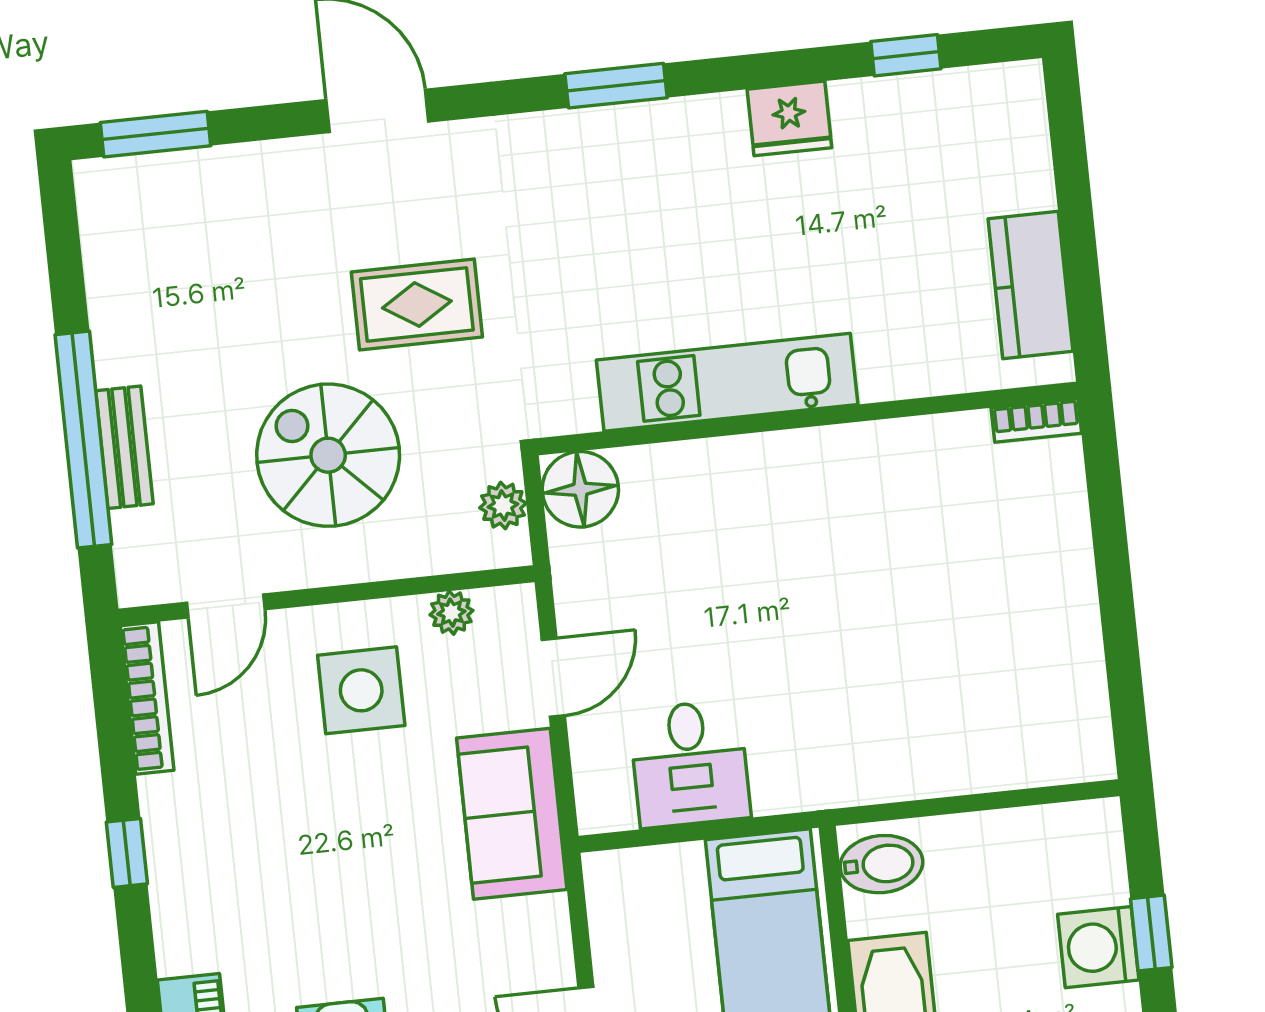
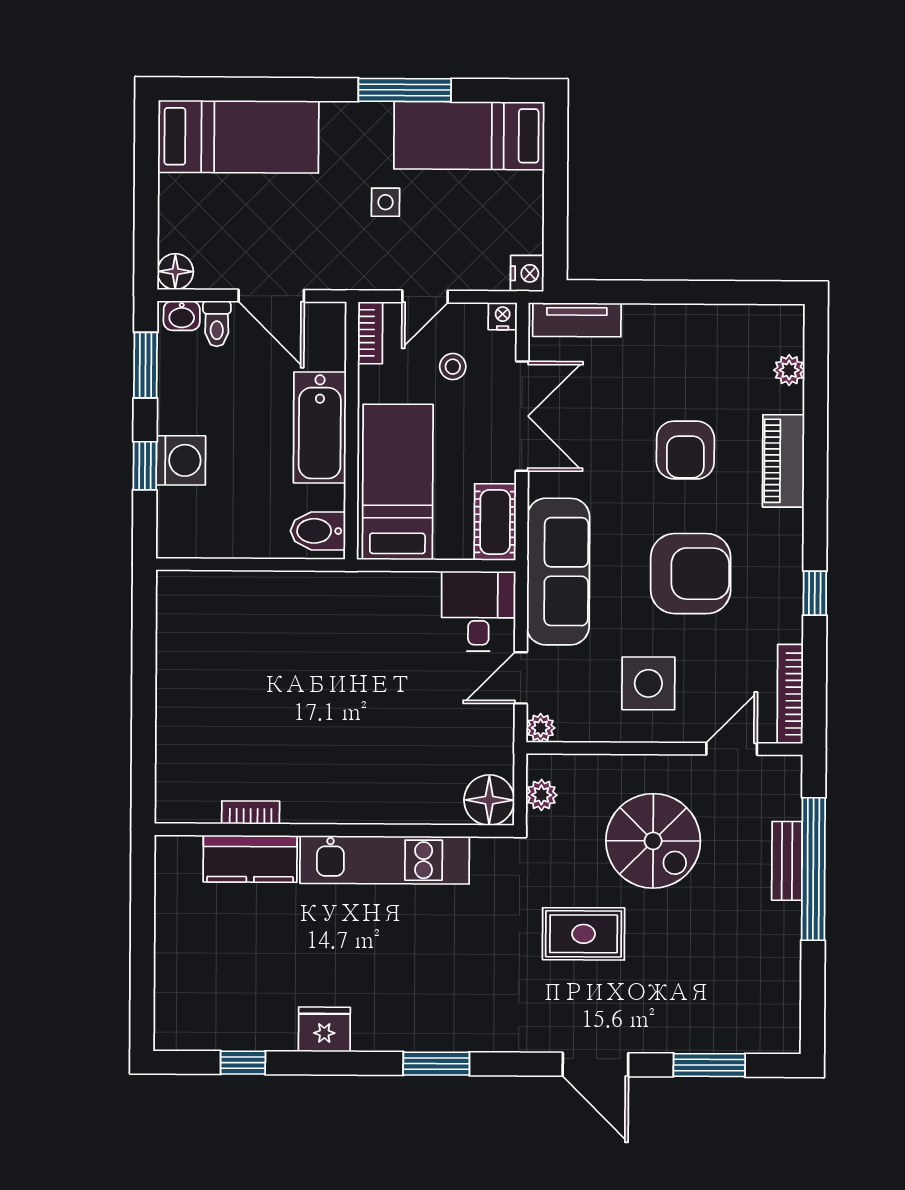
window: (155, 134) -> (709, 1065), moved
kitchen counter: (1030, 285) -> (250, 859), moved, turned 90
bookcase: (1036, 421) -> (251, 812), moved
plant: (451, 613) -> (541, 728), moved
desk: (690, 764) -> (478, 611), moved
sofa: (512, 814) -> (558, 572), width x1.36
armchair: (316, 862) -> (691, 574), added
cot: (617, 907) -> (495, 522), added

